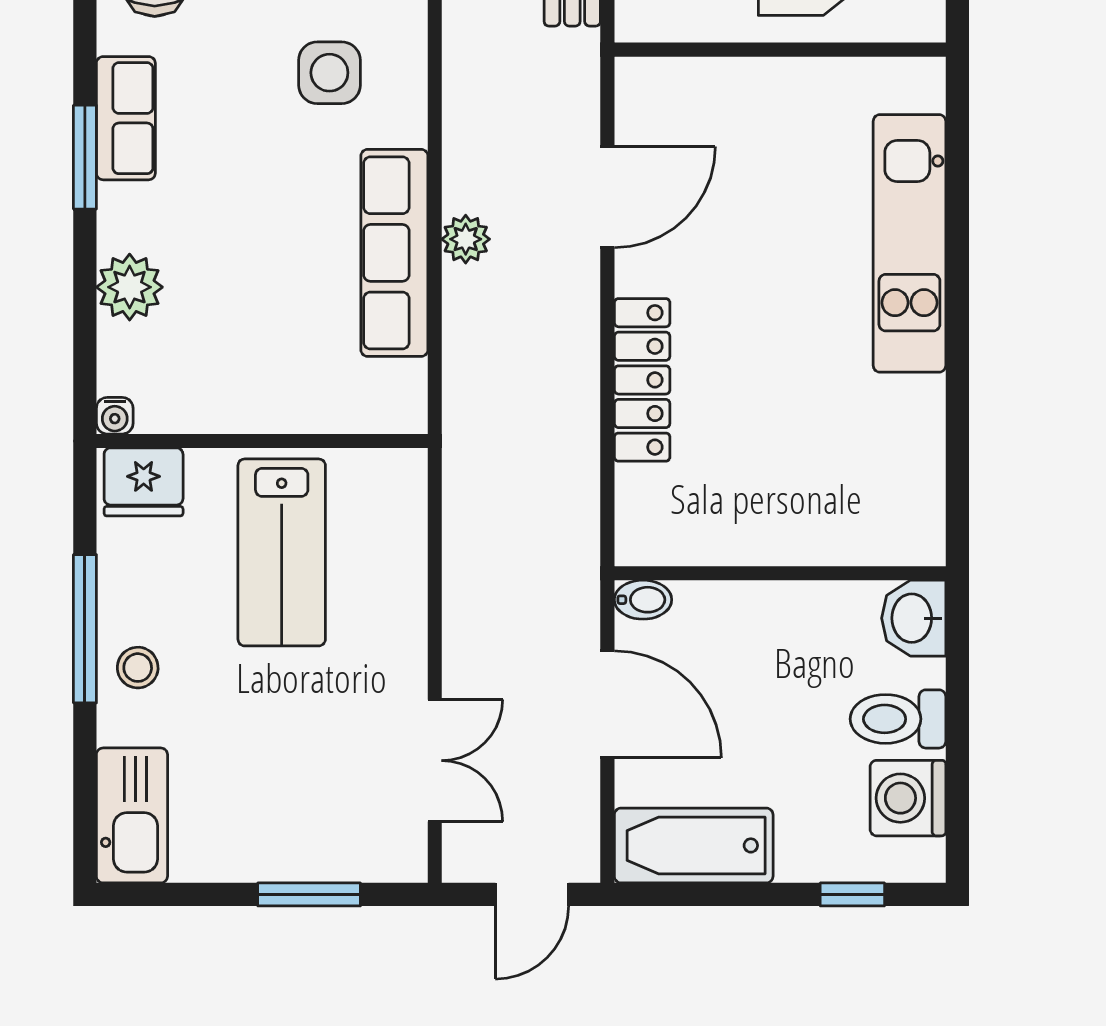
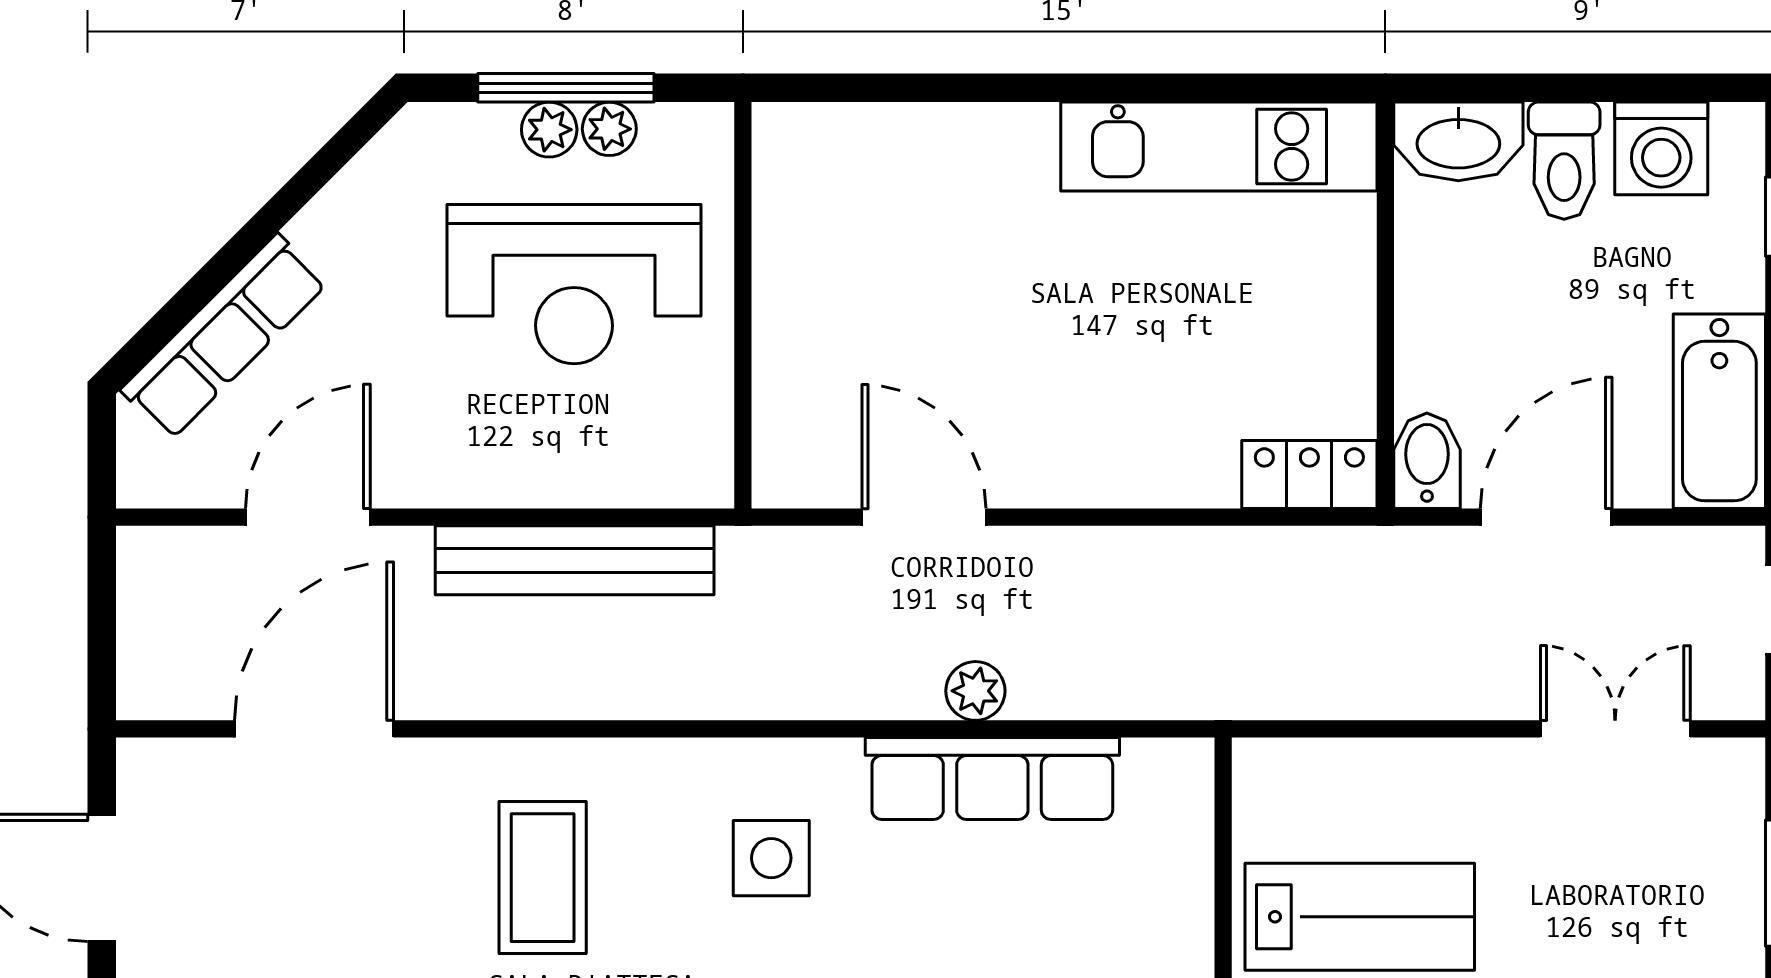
kitchen unit: (909, 243) -> (1219, 146), moved
locker: (642, 380) -> (1309, 475), moved, width x0.66
bidet: (643, 600) -> (1427, 461), width x1.38, depth x1.36
washbasin: (914, 618) -> (1458, 141), width x1.38

